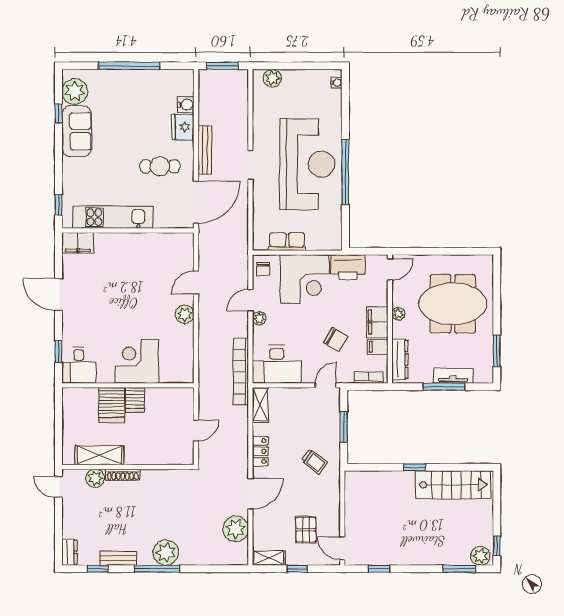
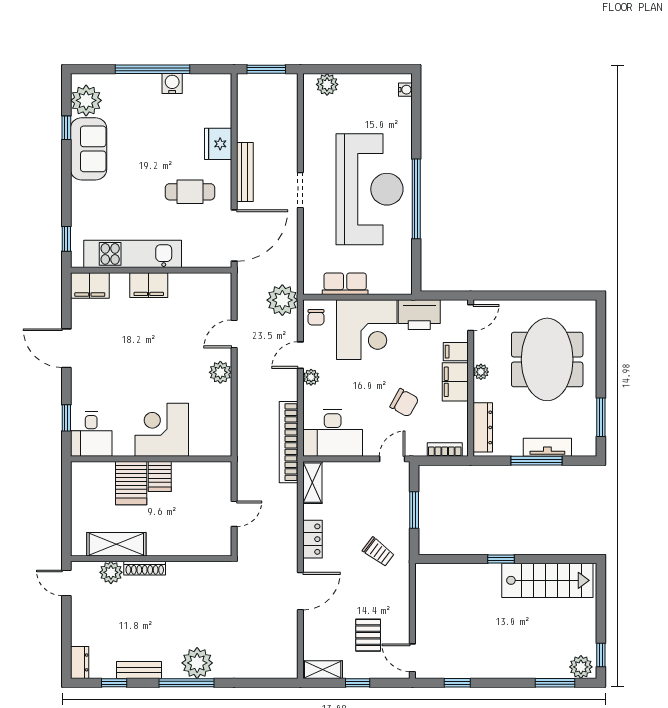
water cooler: (186, 105) -> (172, 83), moved, turned -90
filing cabinet: (126, 243) -> (149, 285), added
meeting table: (453, 304) -> (547, 359), turned 90
filing cabinet: (378, 347) -> (456, 352), moved
plant: (236, 529) -> (282, 300), moved

